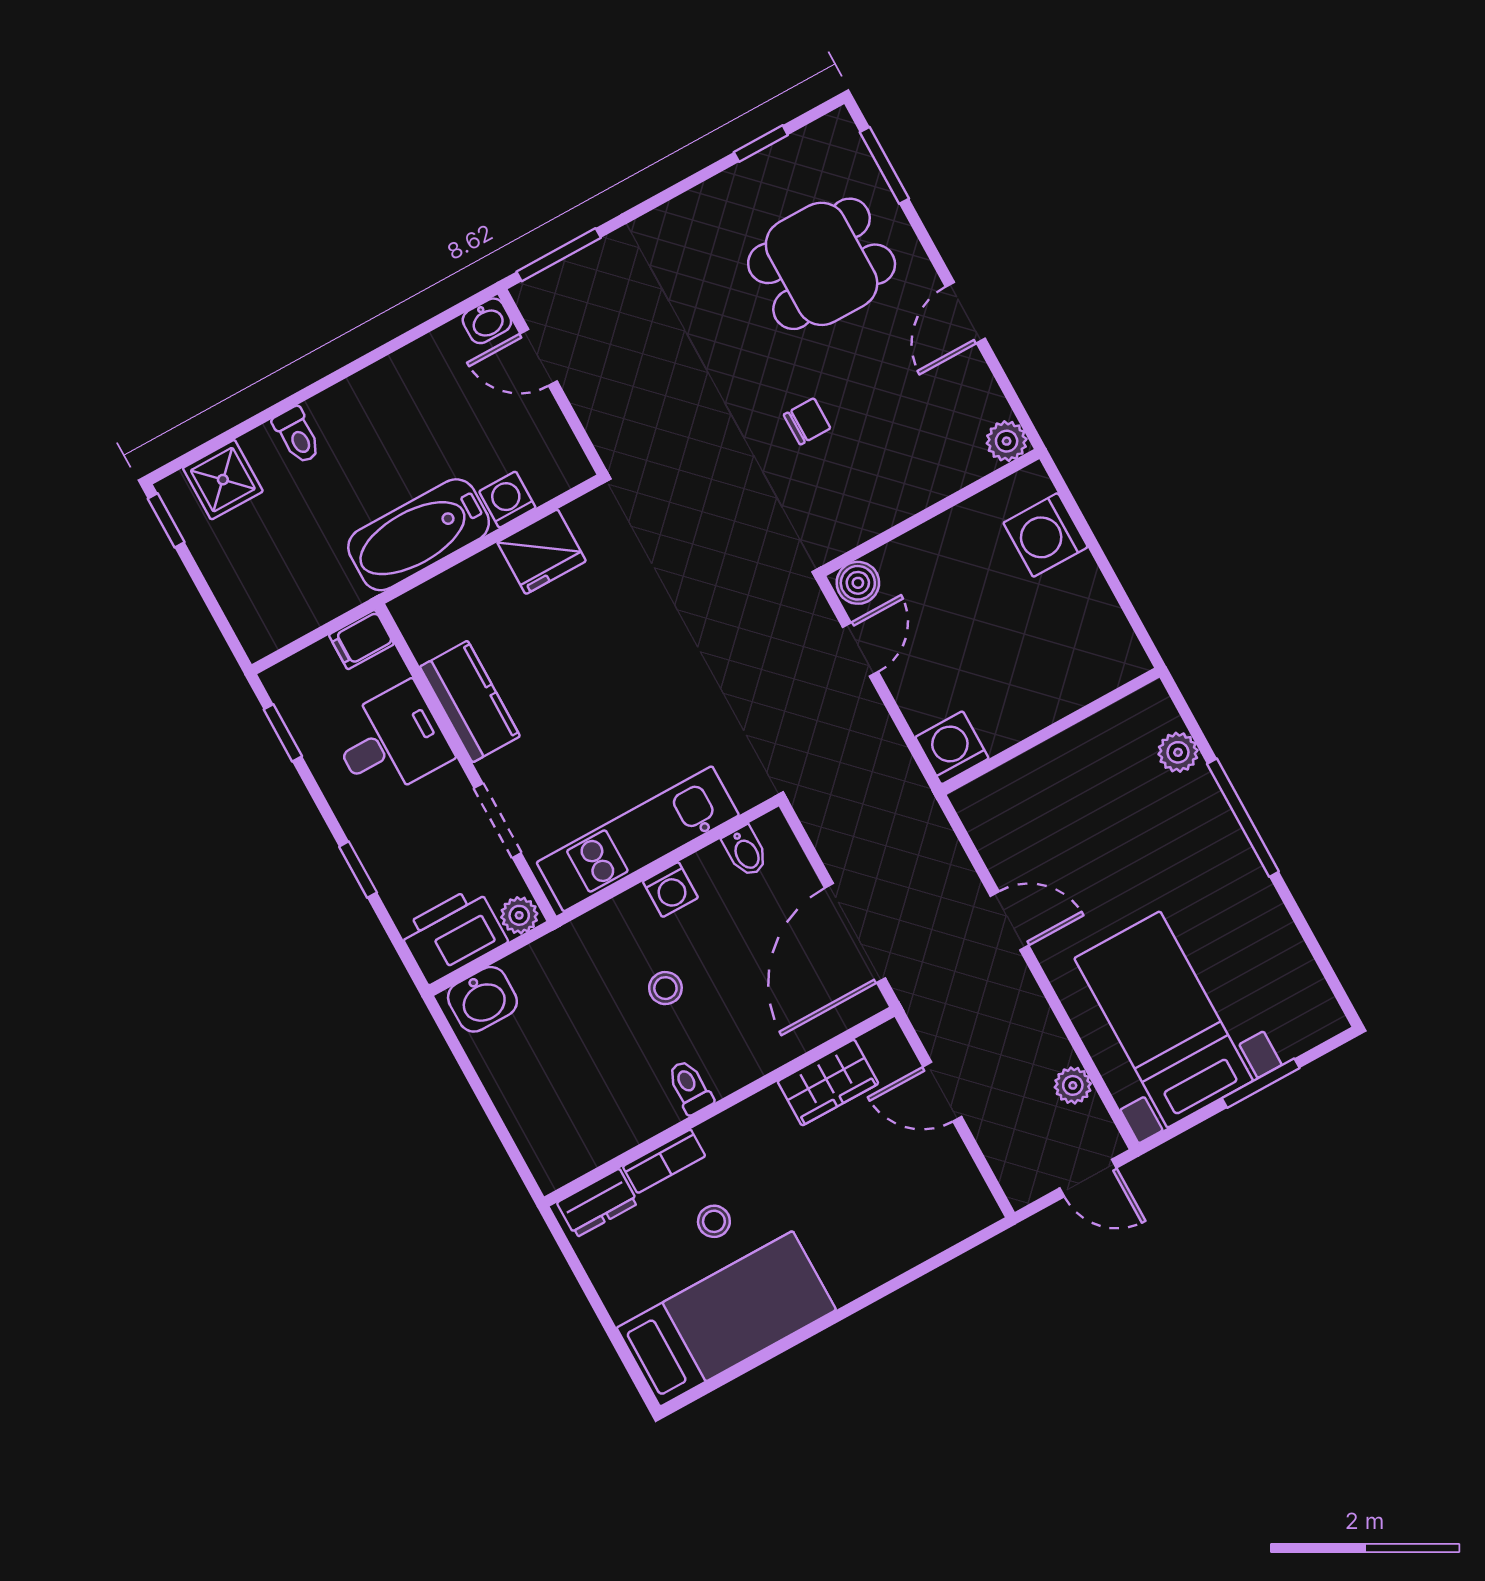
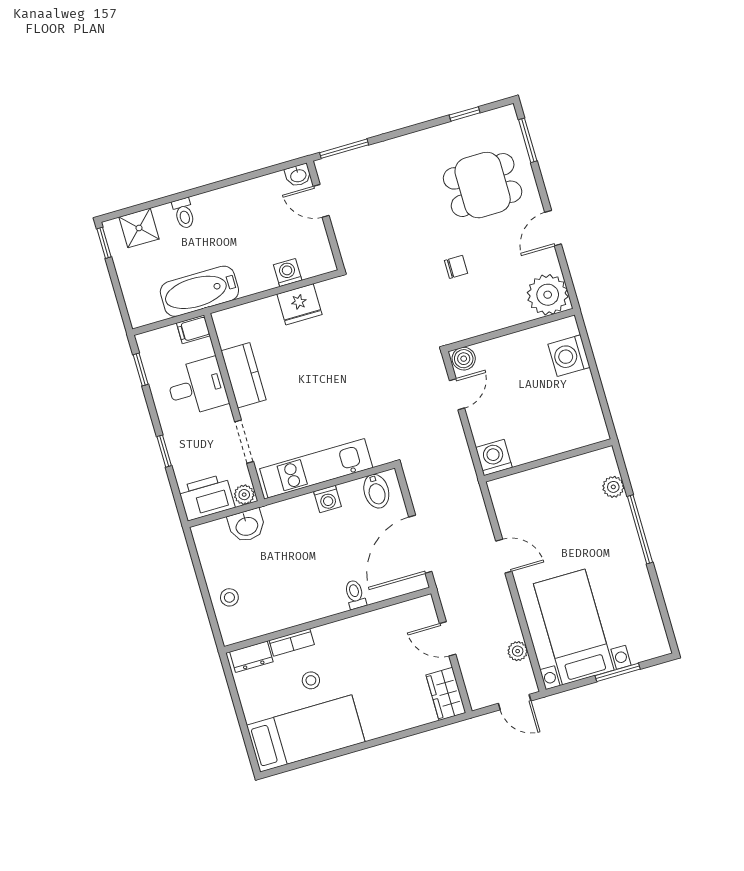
plant: (1007, 441) -> (548, 295), width x1.87, depth x1.87
bathtub: (419, 535) -> (199, 291), moved
bidet: (745, 851) -> (376, 491), width x1.38, depth x1.36
stool: (665, 988) -> (229, 597), moved
washbasin: (482, 999) -> (247, 526), moved
wardrobe: (828, 1082) -> (446, 694), moved, turned 90
toilet: (690, 1087) -> (355, 594), moved

